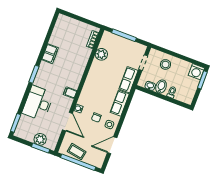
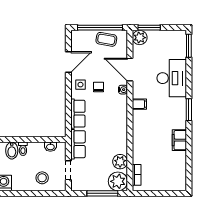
plant: (109, 40) -> (118, 181), added
bidet: (161, 87) -> (12, 150), moved
plant: (40, 139) -> (140, 38), moved

